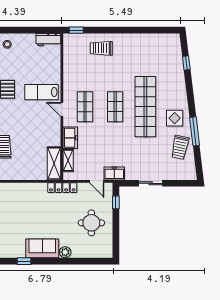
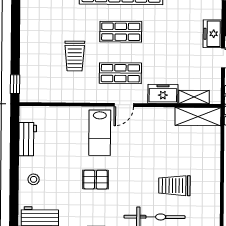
workbench: (48, 40) -> (28, 139), moved
trolley: (101, 48) -> (75, 56), moved

